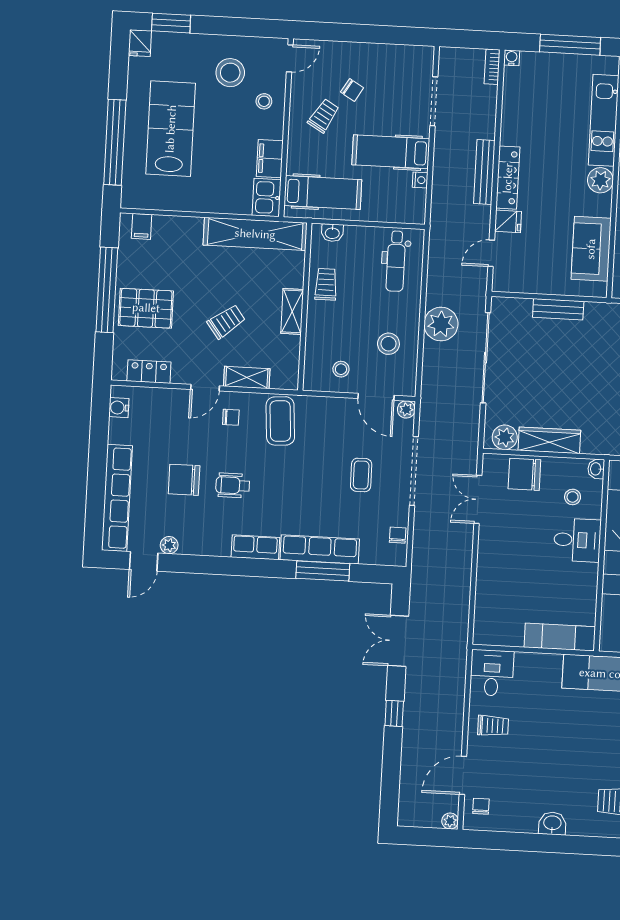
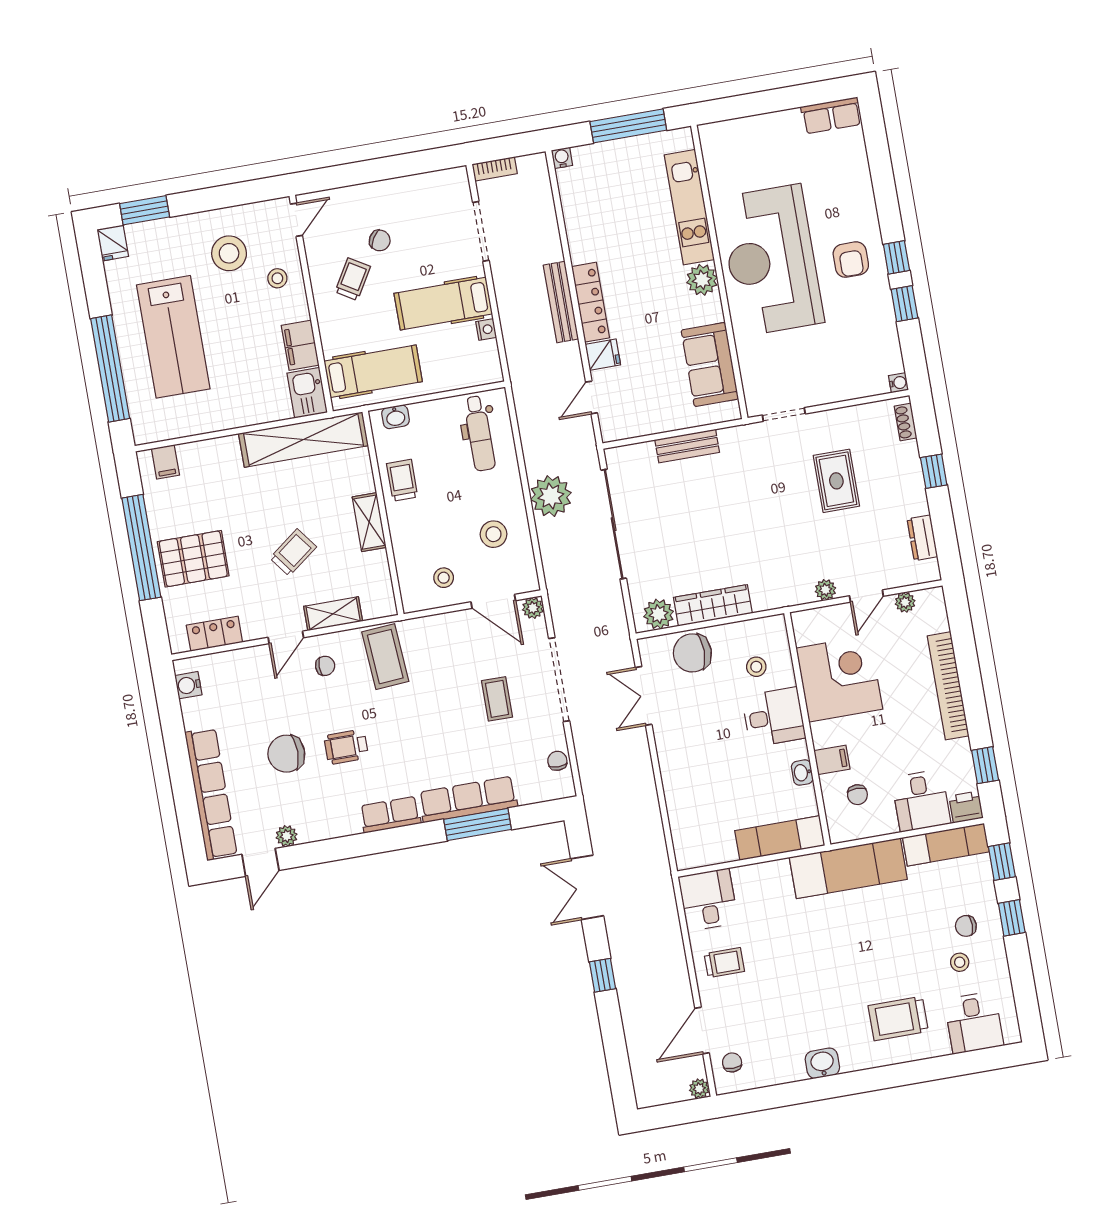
bookcase: (492, 67) -> (495, 169), moved, turned -90
lab bench: (171, 129) -> (173, 337), turned 180
washbasin: (596, 469) -> (802, 773), moved

